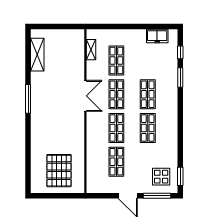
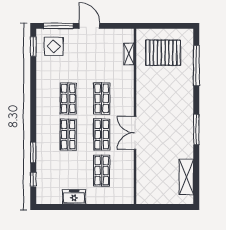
freezer: (157, 36) -> (74, 197), moved
shelving: (91, 50) -> (129, 54), moved
window: (28, 159) -> (196, 66), added
shop shelf: (116, 162) -> (102, 62), removed
pallet: (59, 171) -> (163, 53), turned 90

